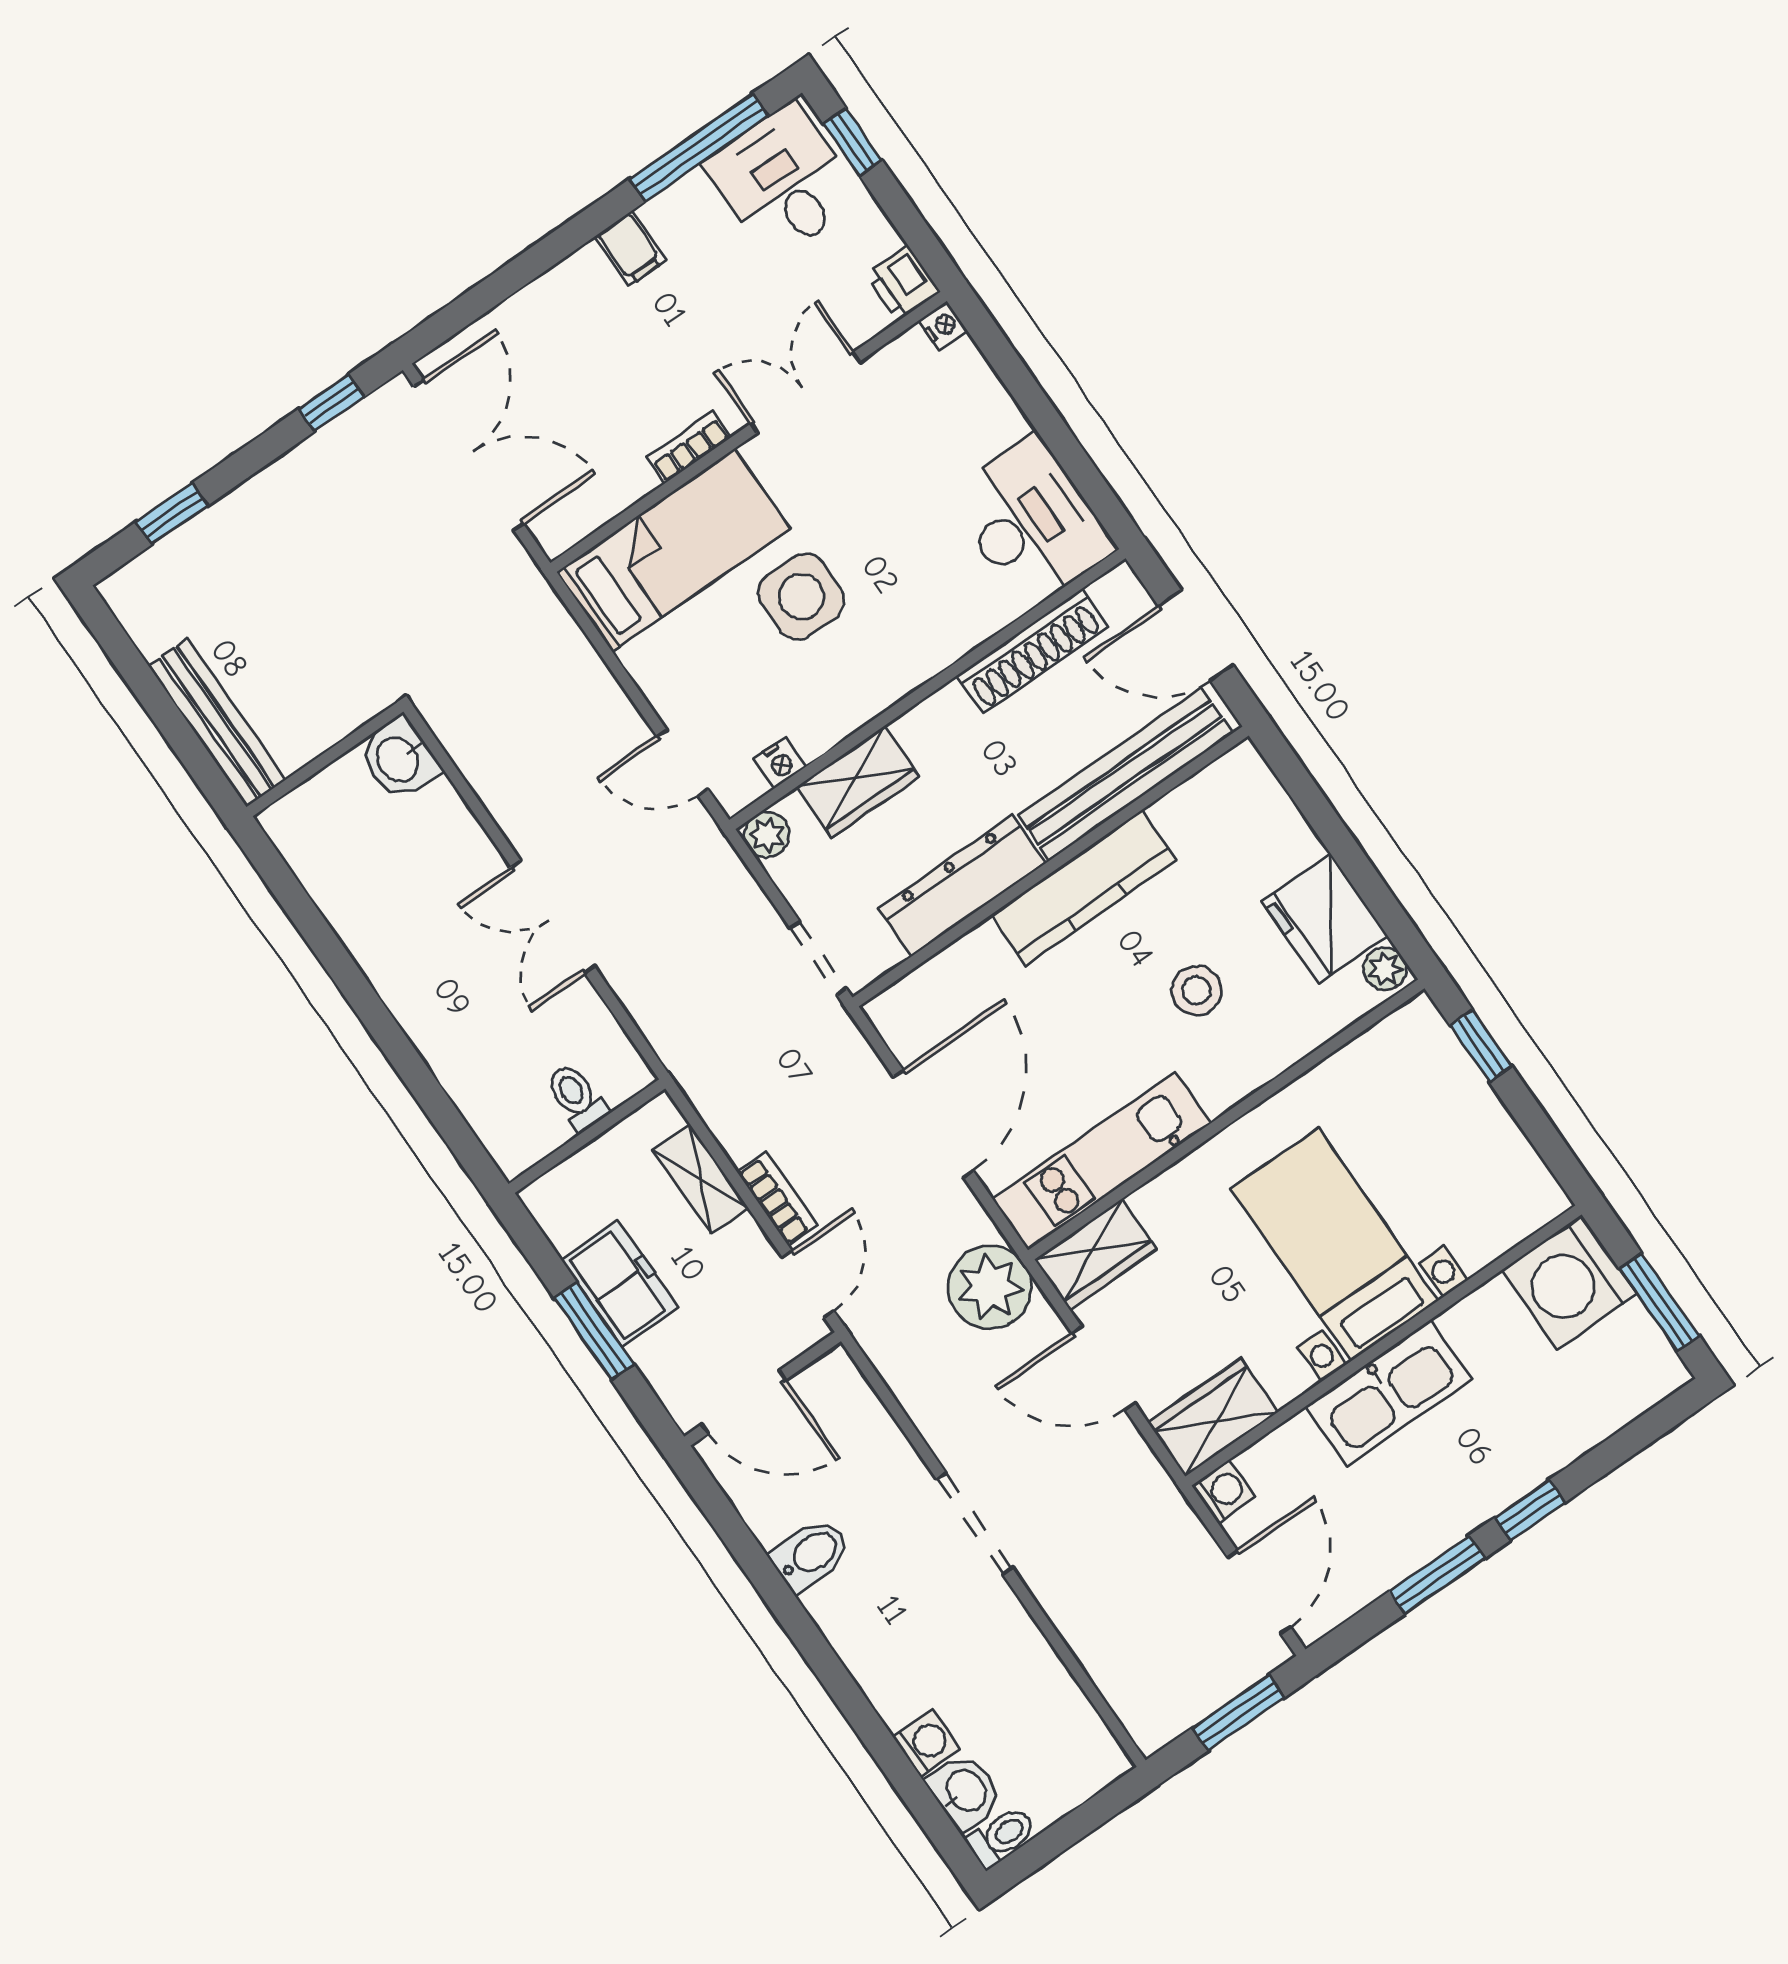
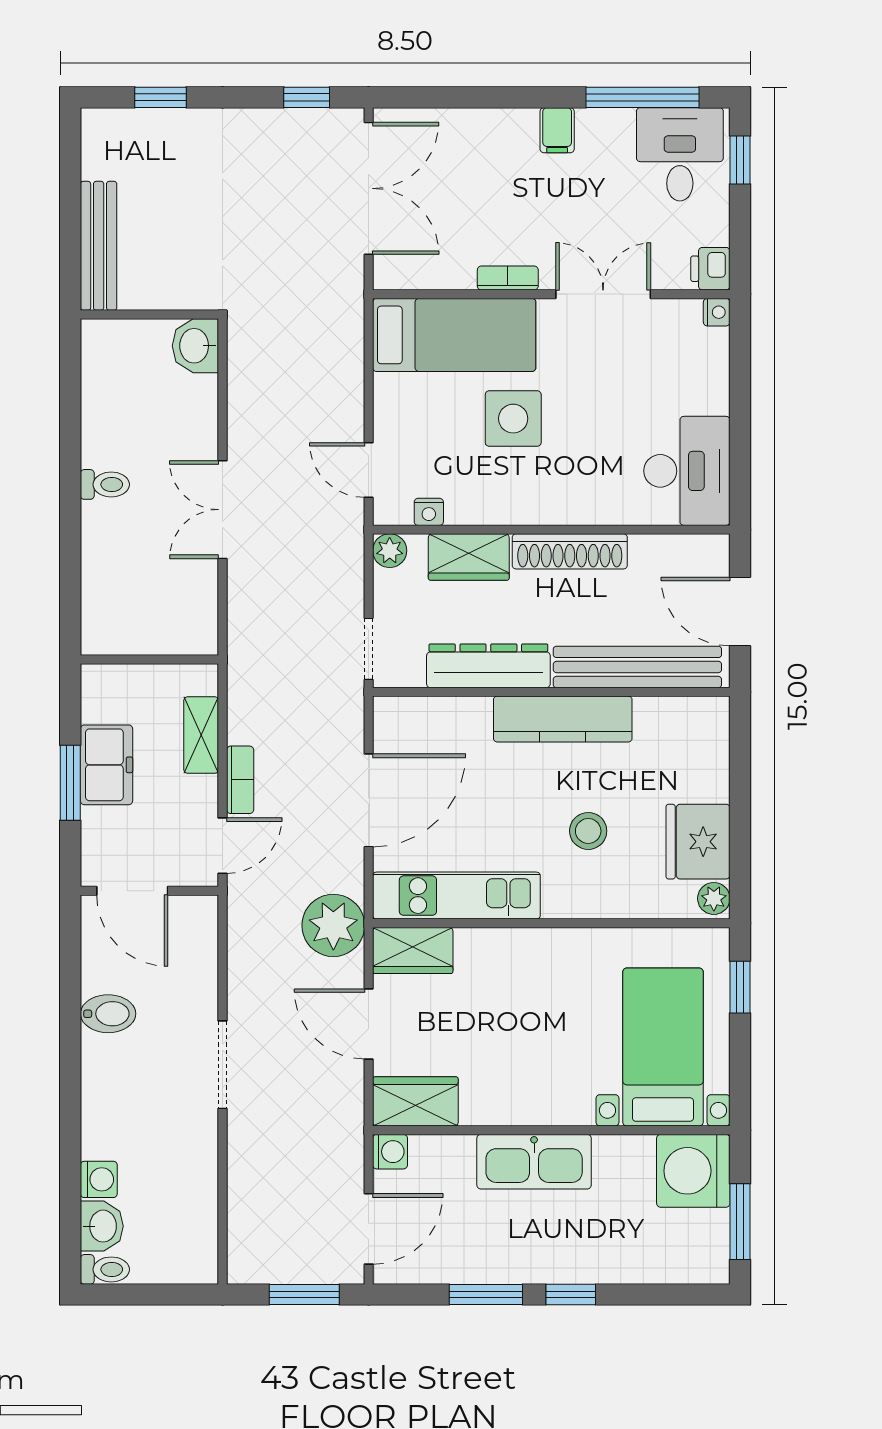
shoe rack: (1032, 651) -> (570, 551), moved
toilet: (576, 1097) -> (105, 484), moved, turned 90
bed with nightstands: (1335, 1245) -> (663, 1047), moved

